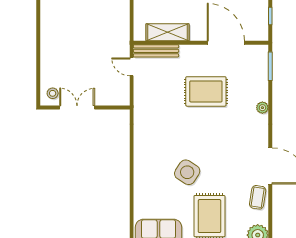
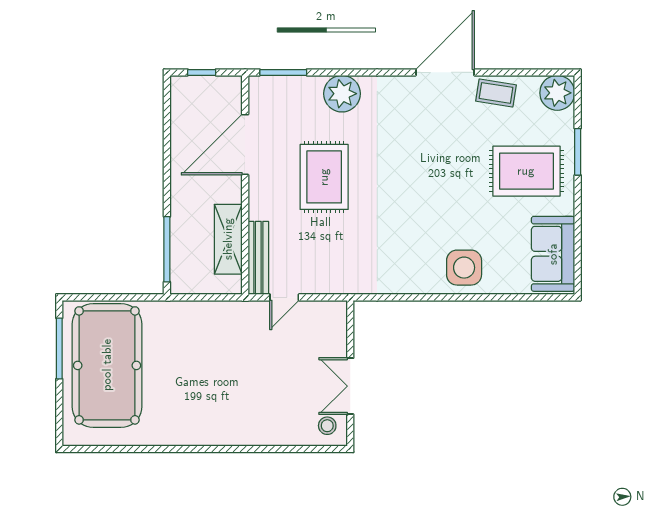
plant: (262, 108) -> (342, 94), width x1.88, depth x1.88
side table: (187, 172) -> (464, 268), moved, turned -33

